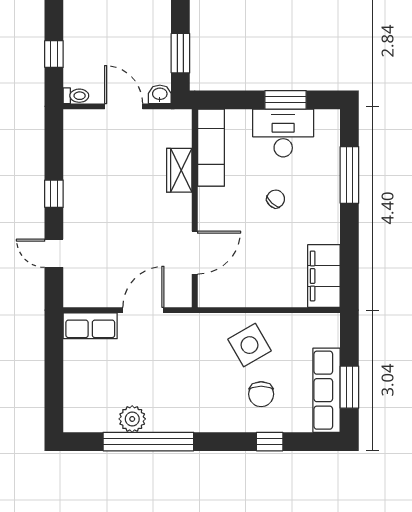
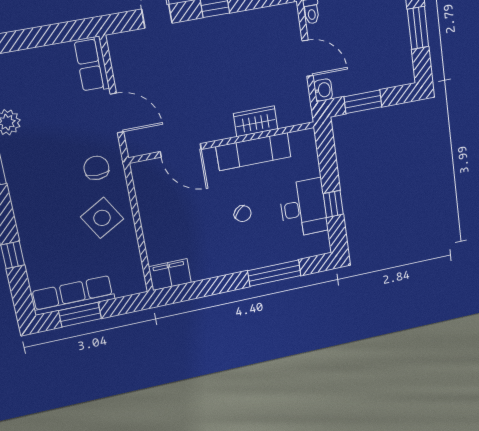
window: (286, 100) -> (333, 204), width x0.67
door: (124, 106) -> (308, 58), hinge flipped
exam couch: (211, 148) -> (253, 152), moved
filing cabinet: (324, 276) -> (170, 275), width x0.67, depth x0.86
chair: (261, 394) -> (96, 168), moved, turned 90

